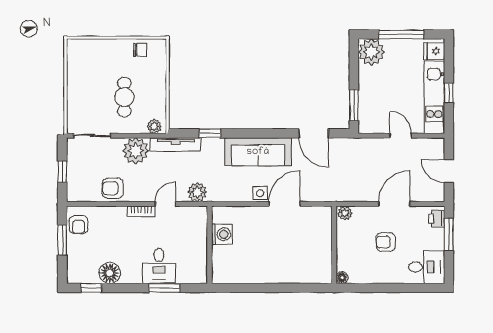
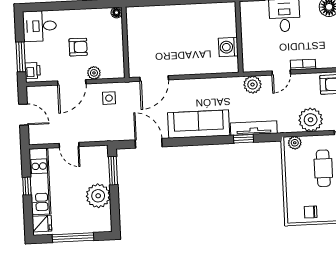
plant: (371, 52) -> (98, 196), moved
tv unit: (175, 145) -> (254, 128), moved
side table: (260, 193) -> (109, 98), moved
door: (285, 204) -> (154, 78), moved
plant: (345, 213) -> (94, 73), moved

